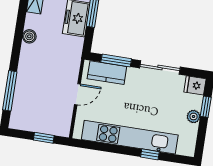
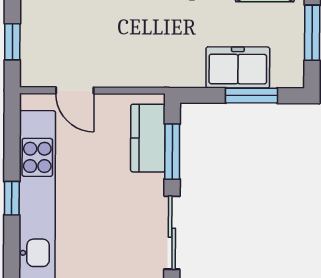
door: (77, 94) -> (75, 90), moved
window: (150, 154) -> (12, 198), moved

